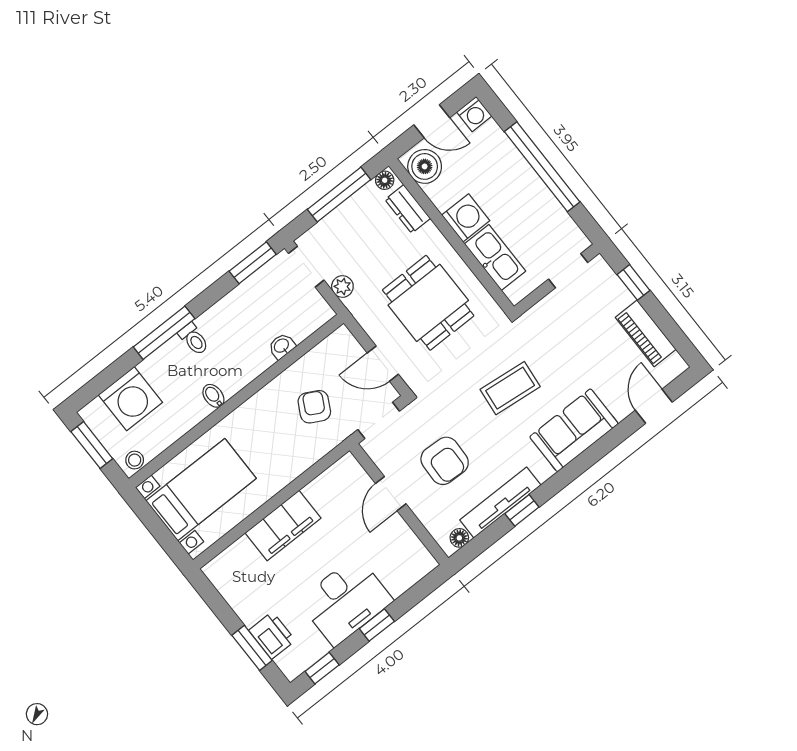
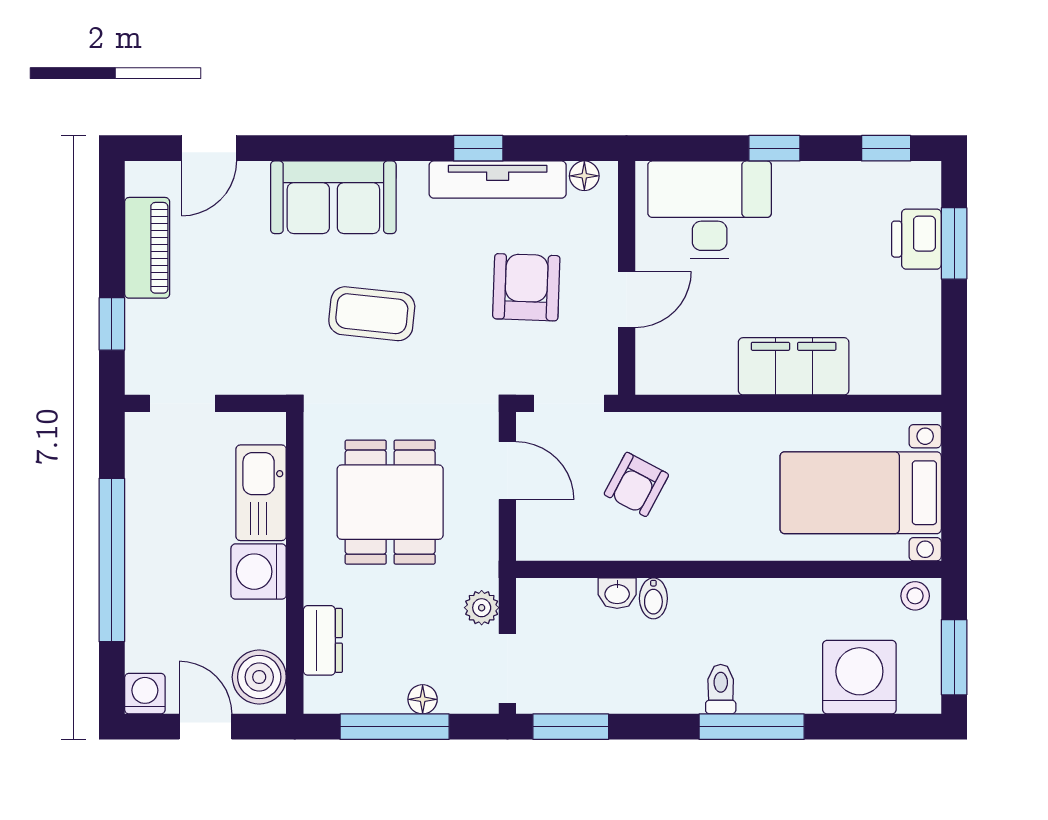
floor lamp: (385, 180) -> (423, 699), moved
bidet: (213, 396) -> (653, 598), moved
desk: (346, 601) -> (710, 210), moved

